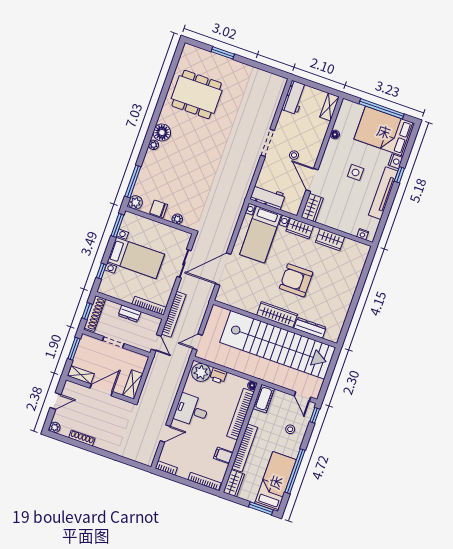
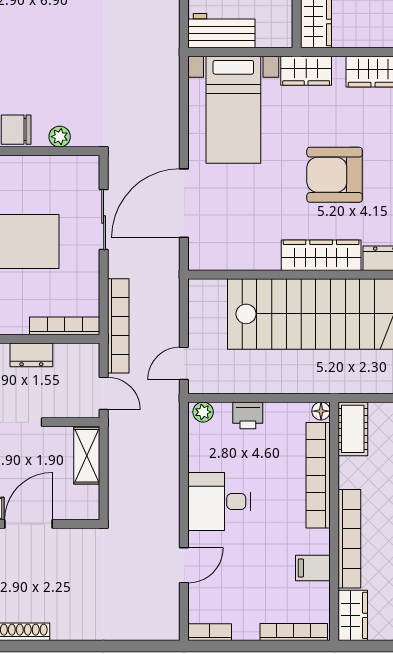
plant: (201, 372) -> (203, 412), width x0.53, depth x0.53
shelving: (133, 384) -> (87, 456), moved

